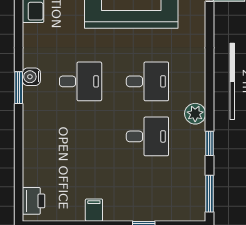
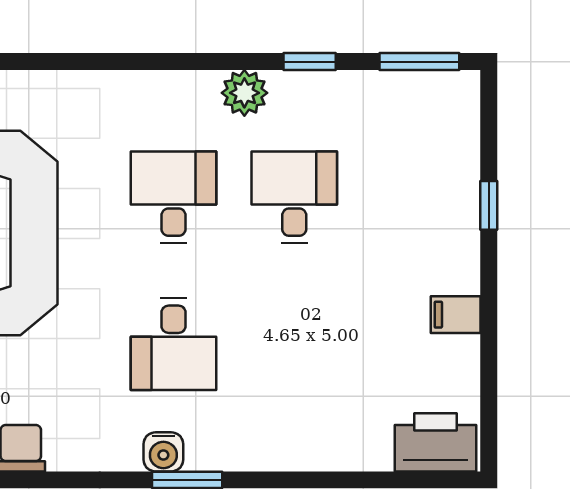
desk: (81, 81) -> (174, 344), turned 180
printer: (34, 201) -> (436, 442), width x1.37, depth x1.19

